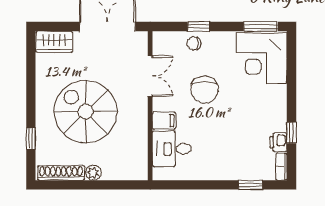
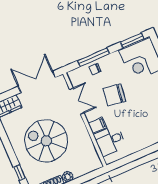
window: (199, 27) -> (94, 57), width x2.17
chair: (205, 90) -> (114, 95), turned 98

